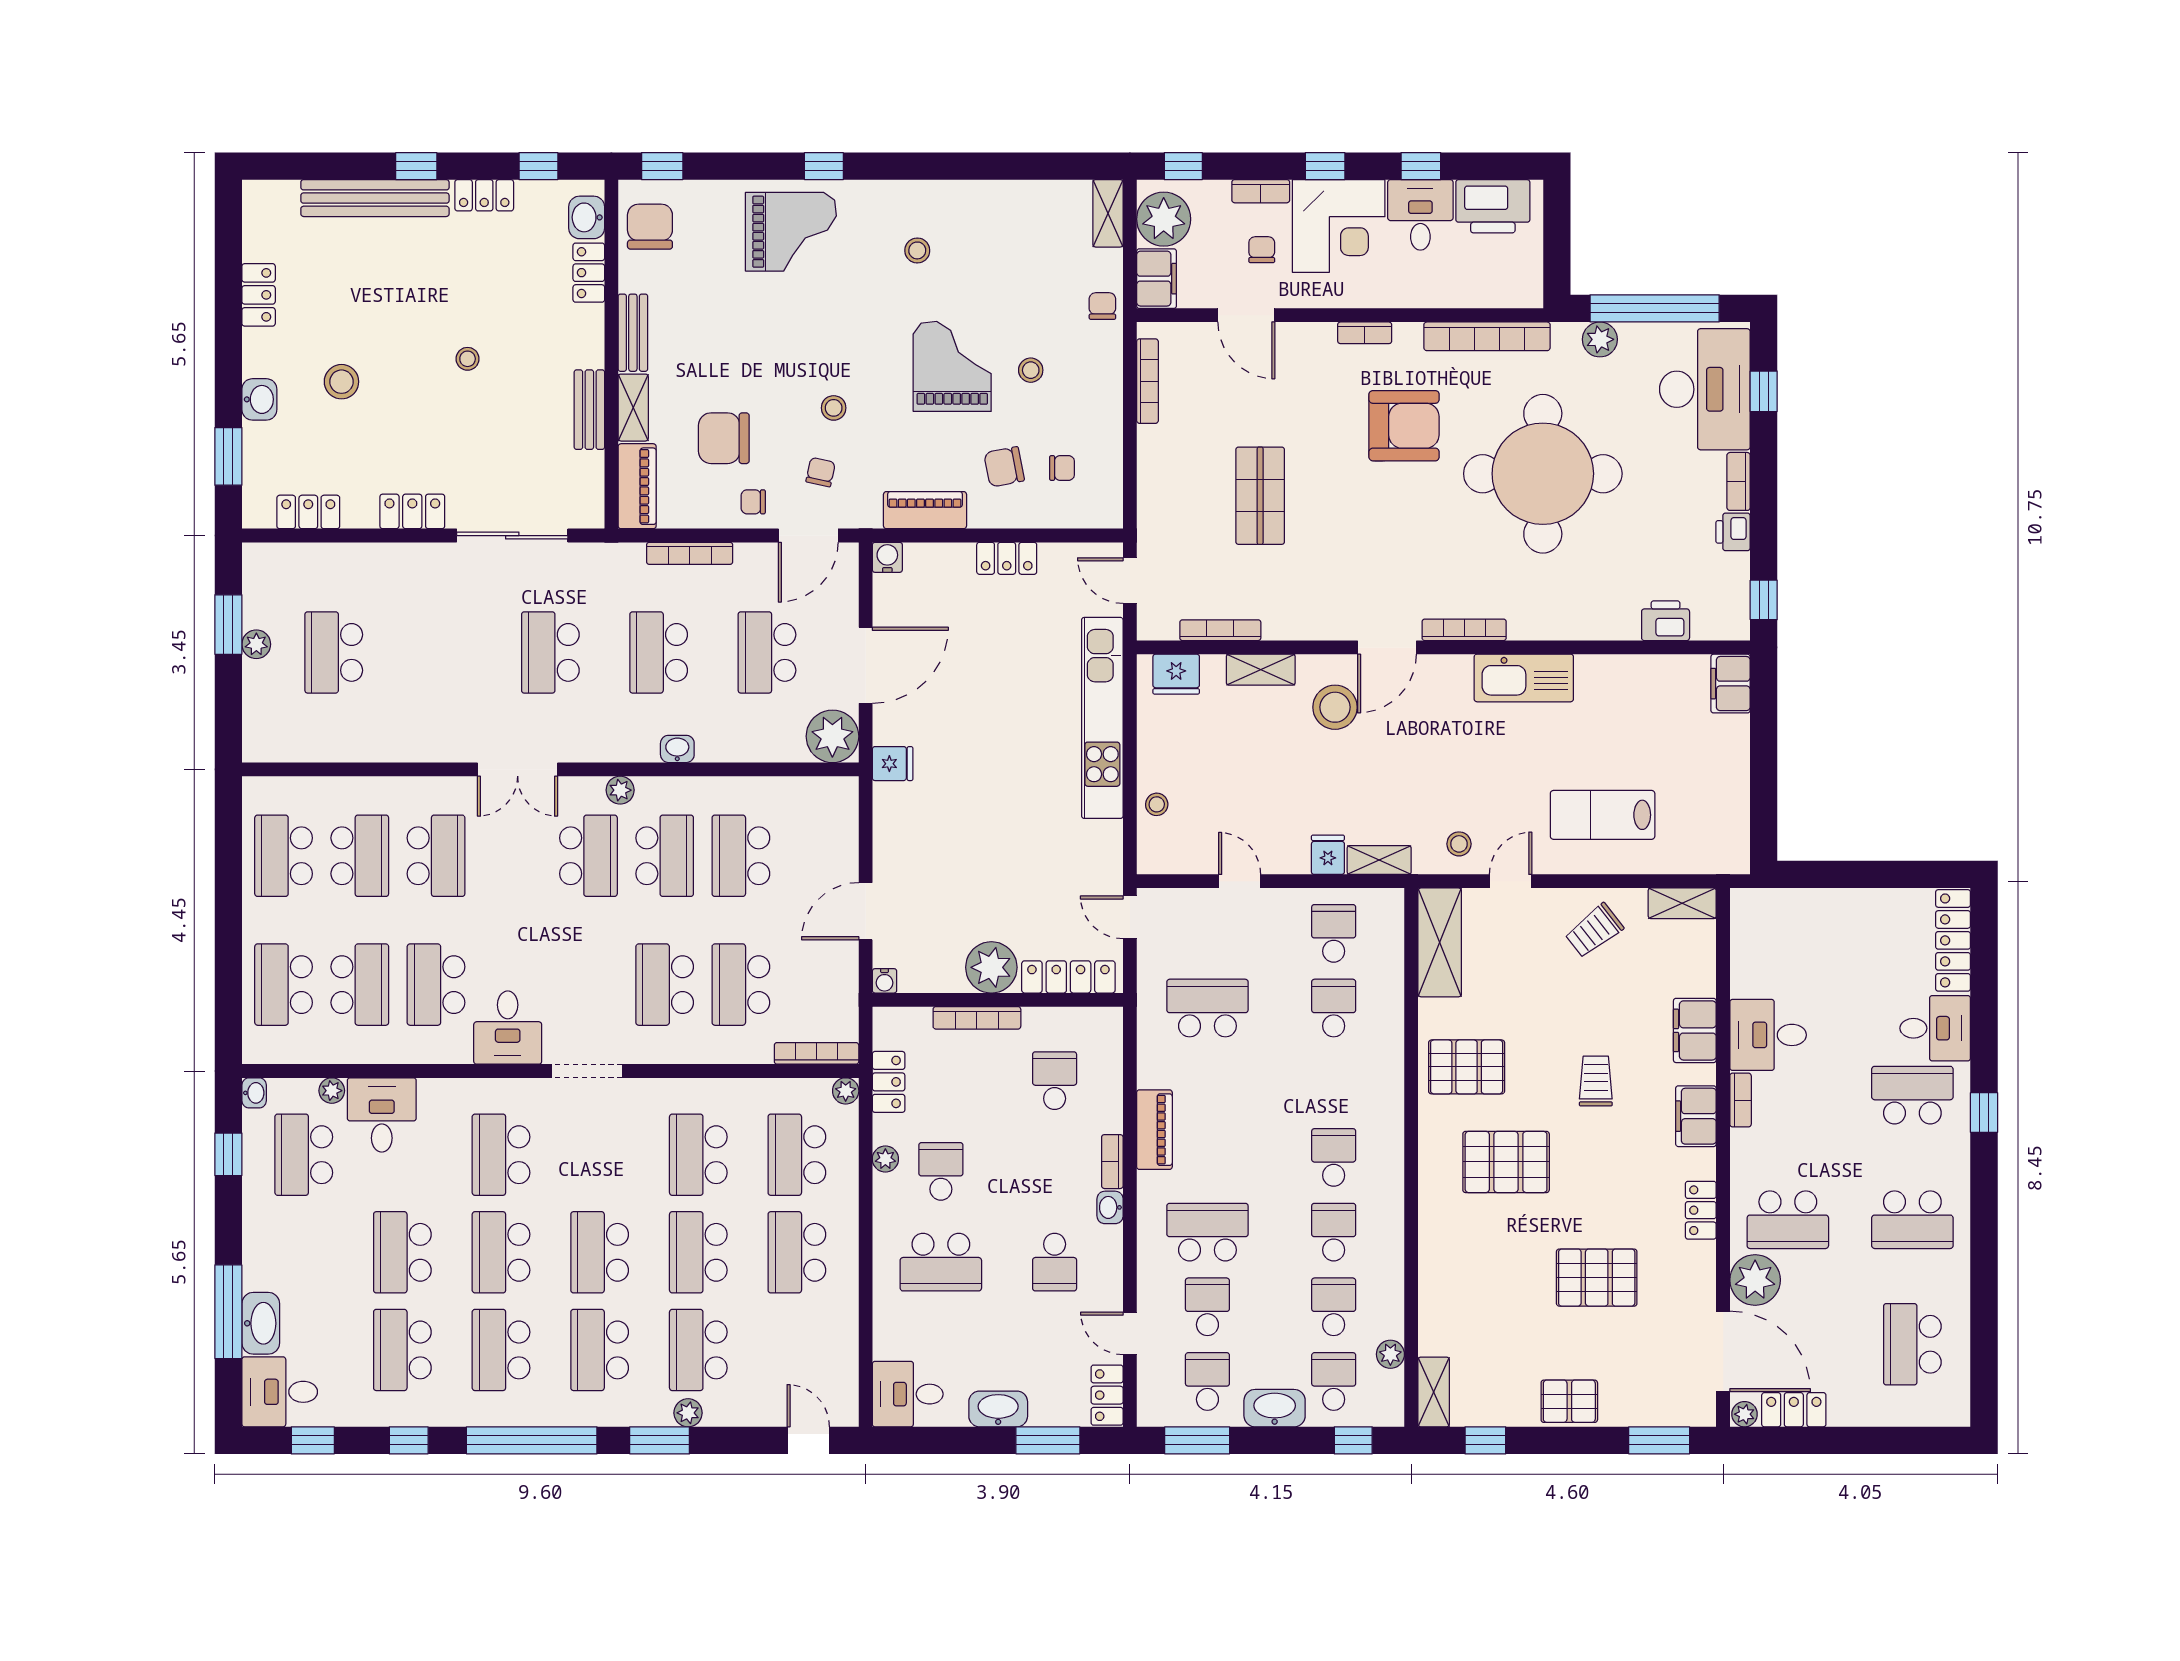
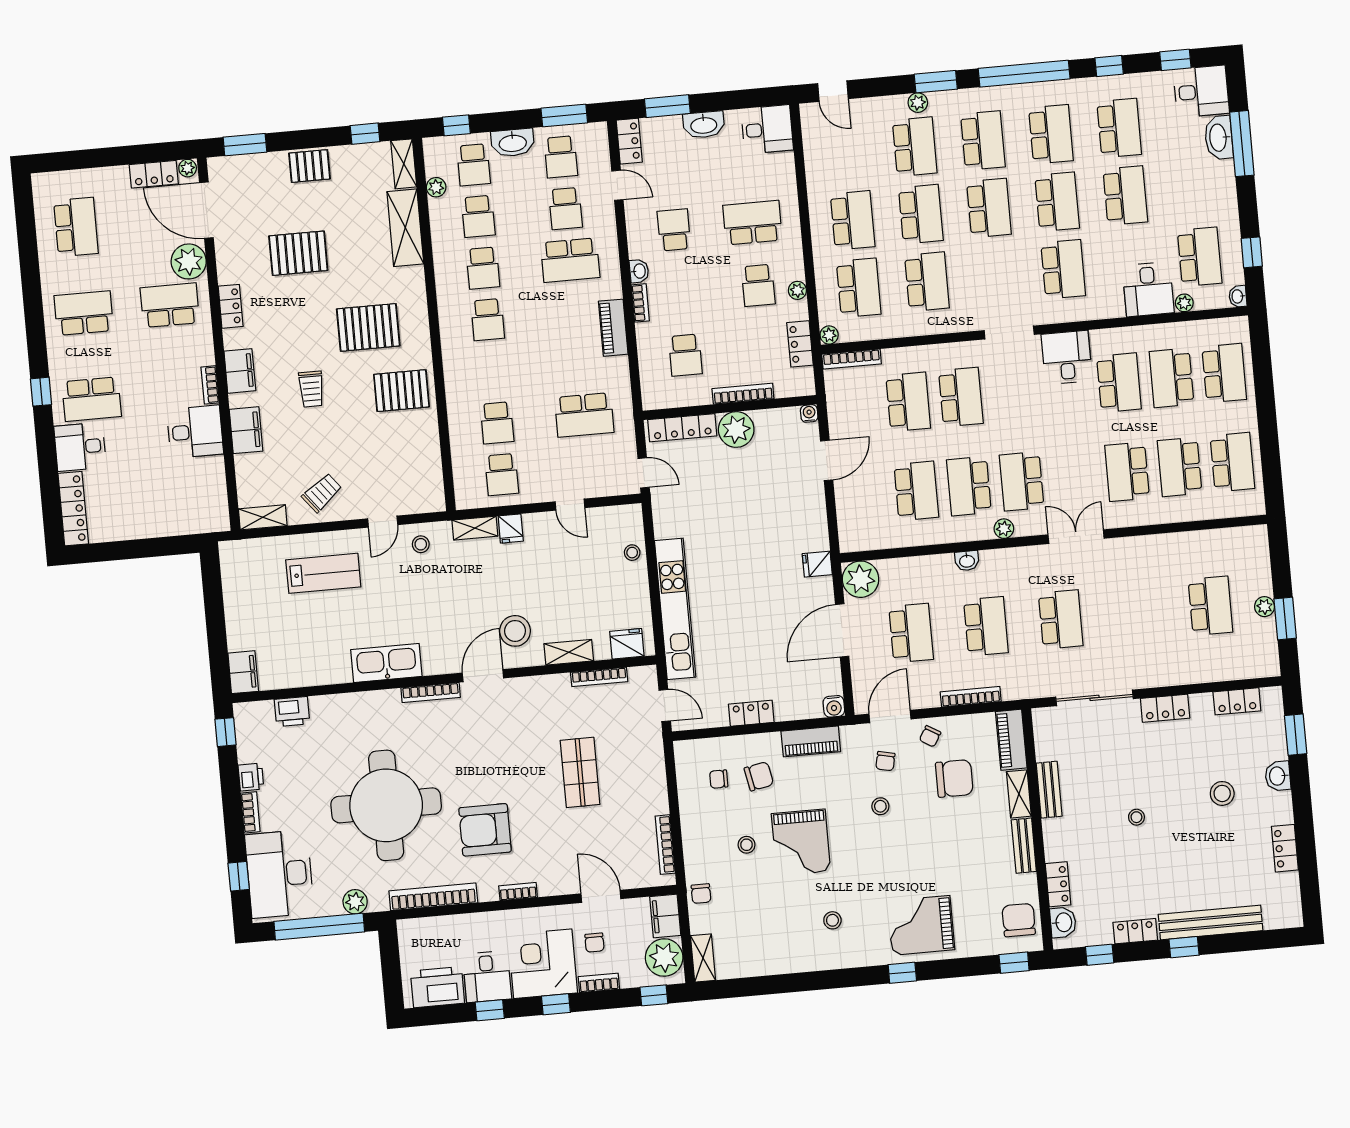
chair: (650, 227) -> (1019, 920), turned 180
chair: (753, 502) -> (930, 736), turned 121
shelving: (1440, 942) -> (405, 228), moved

